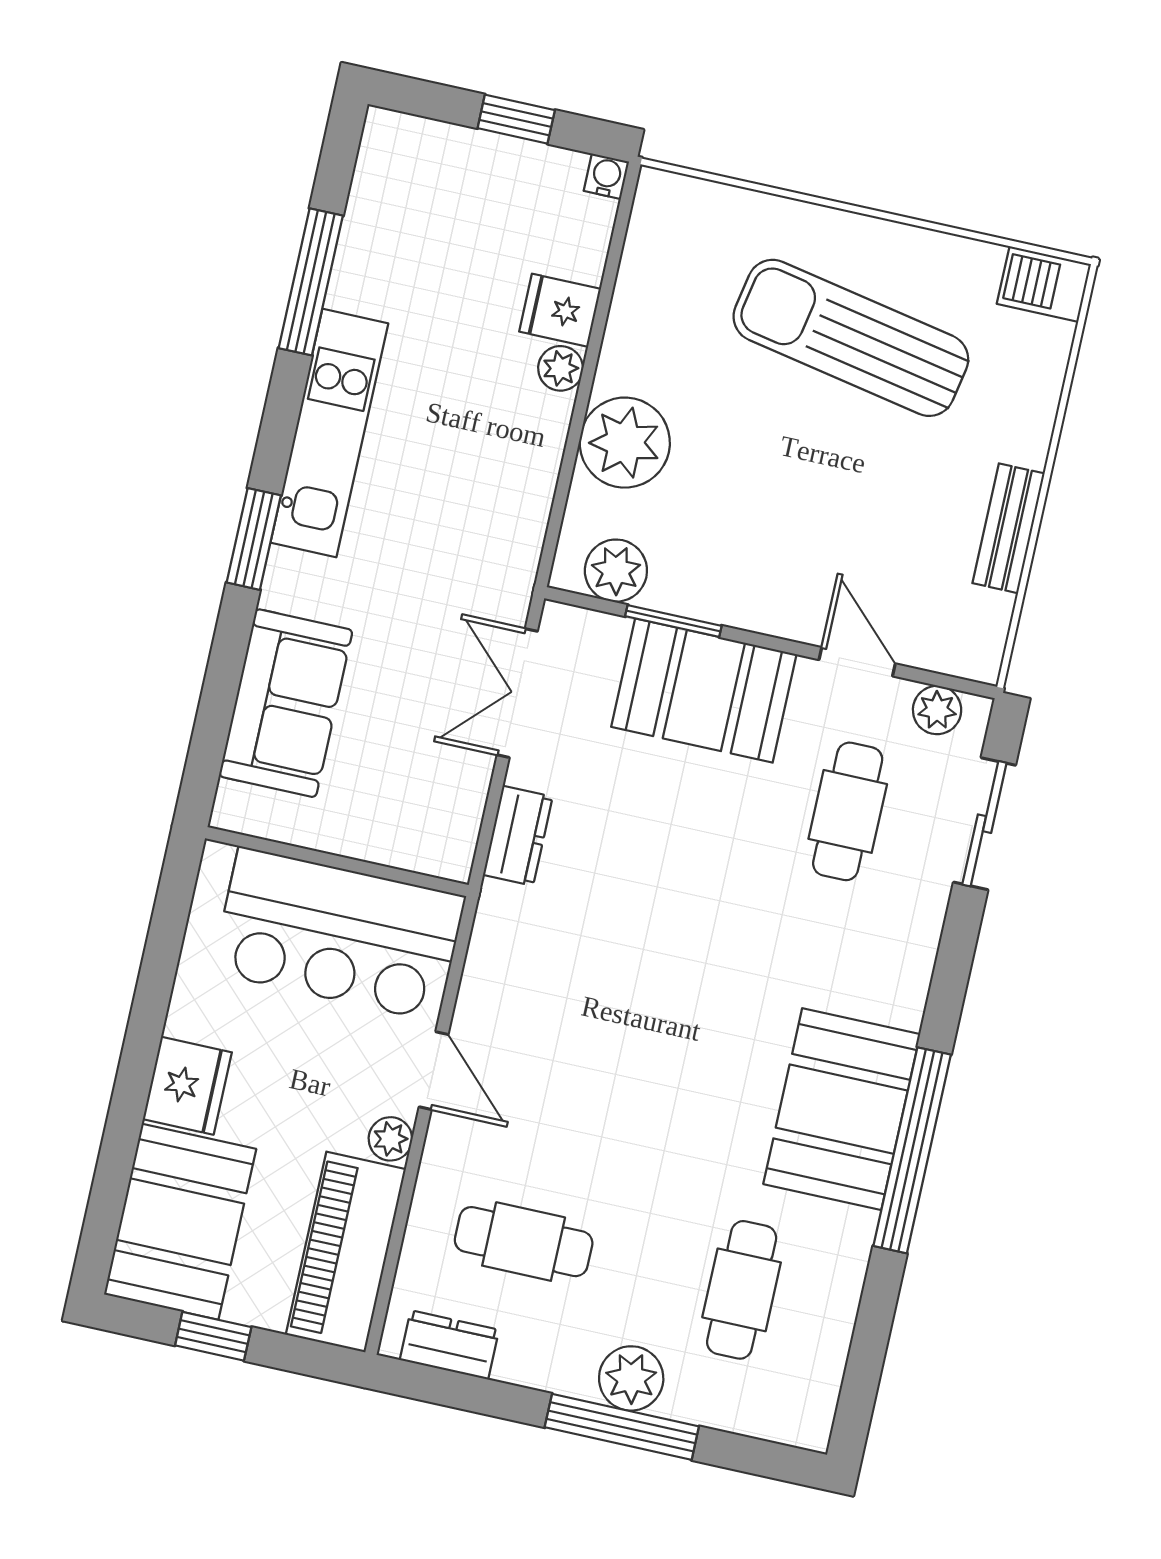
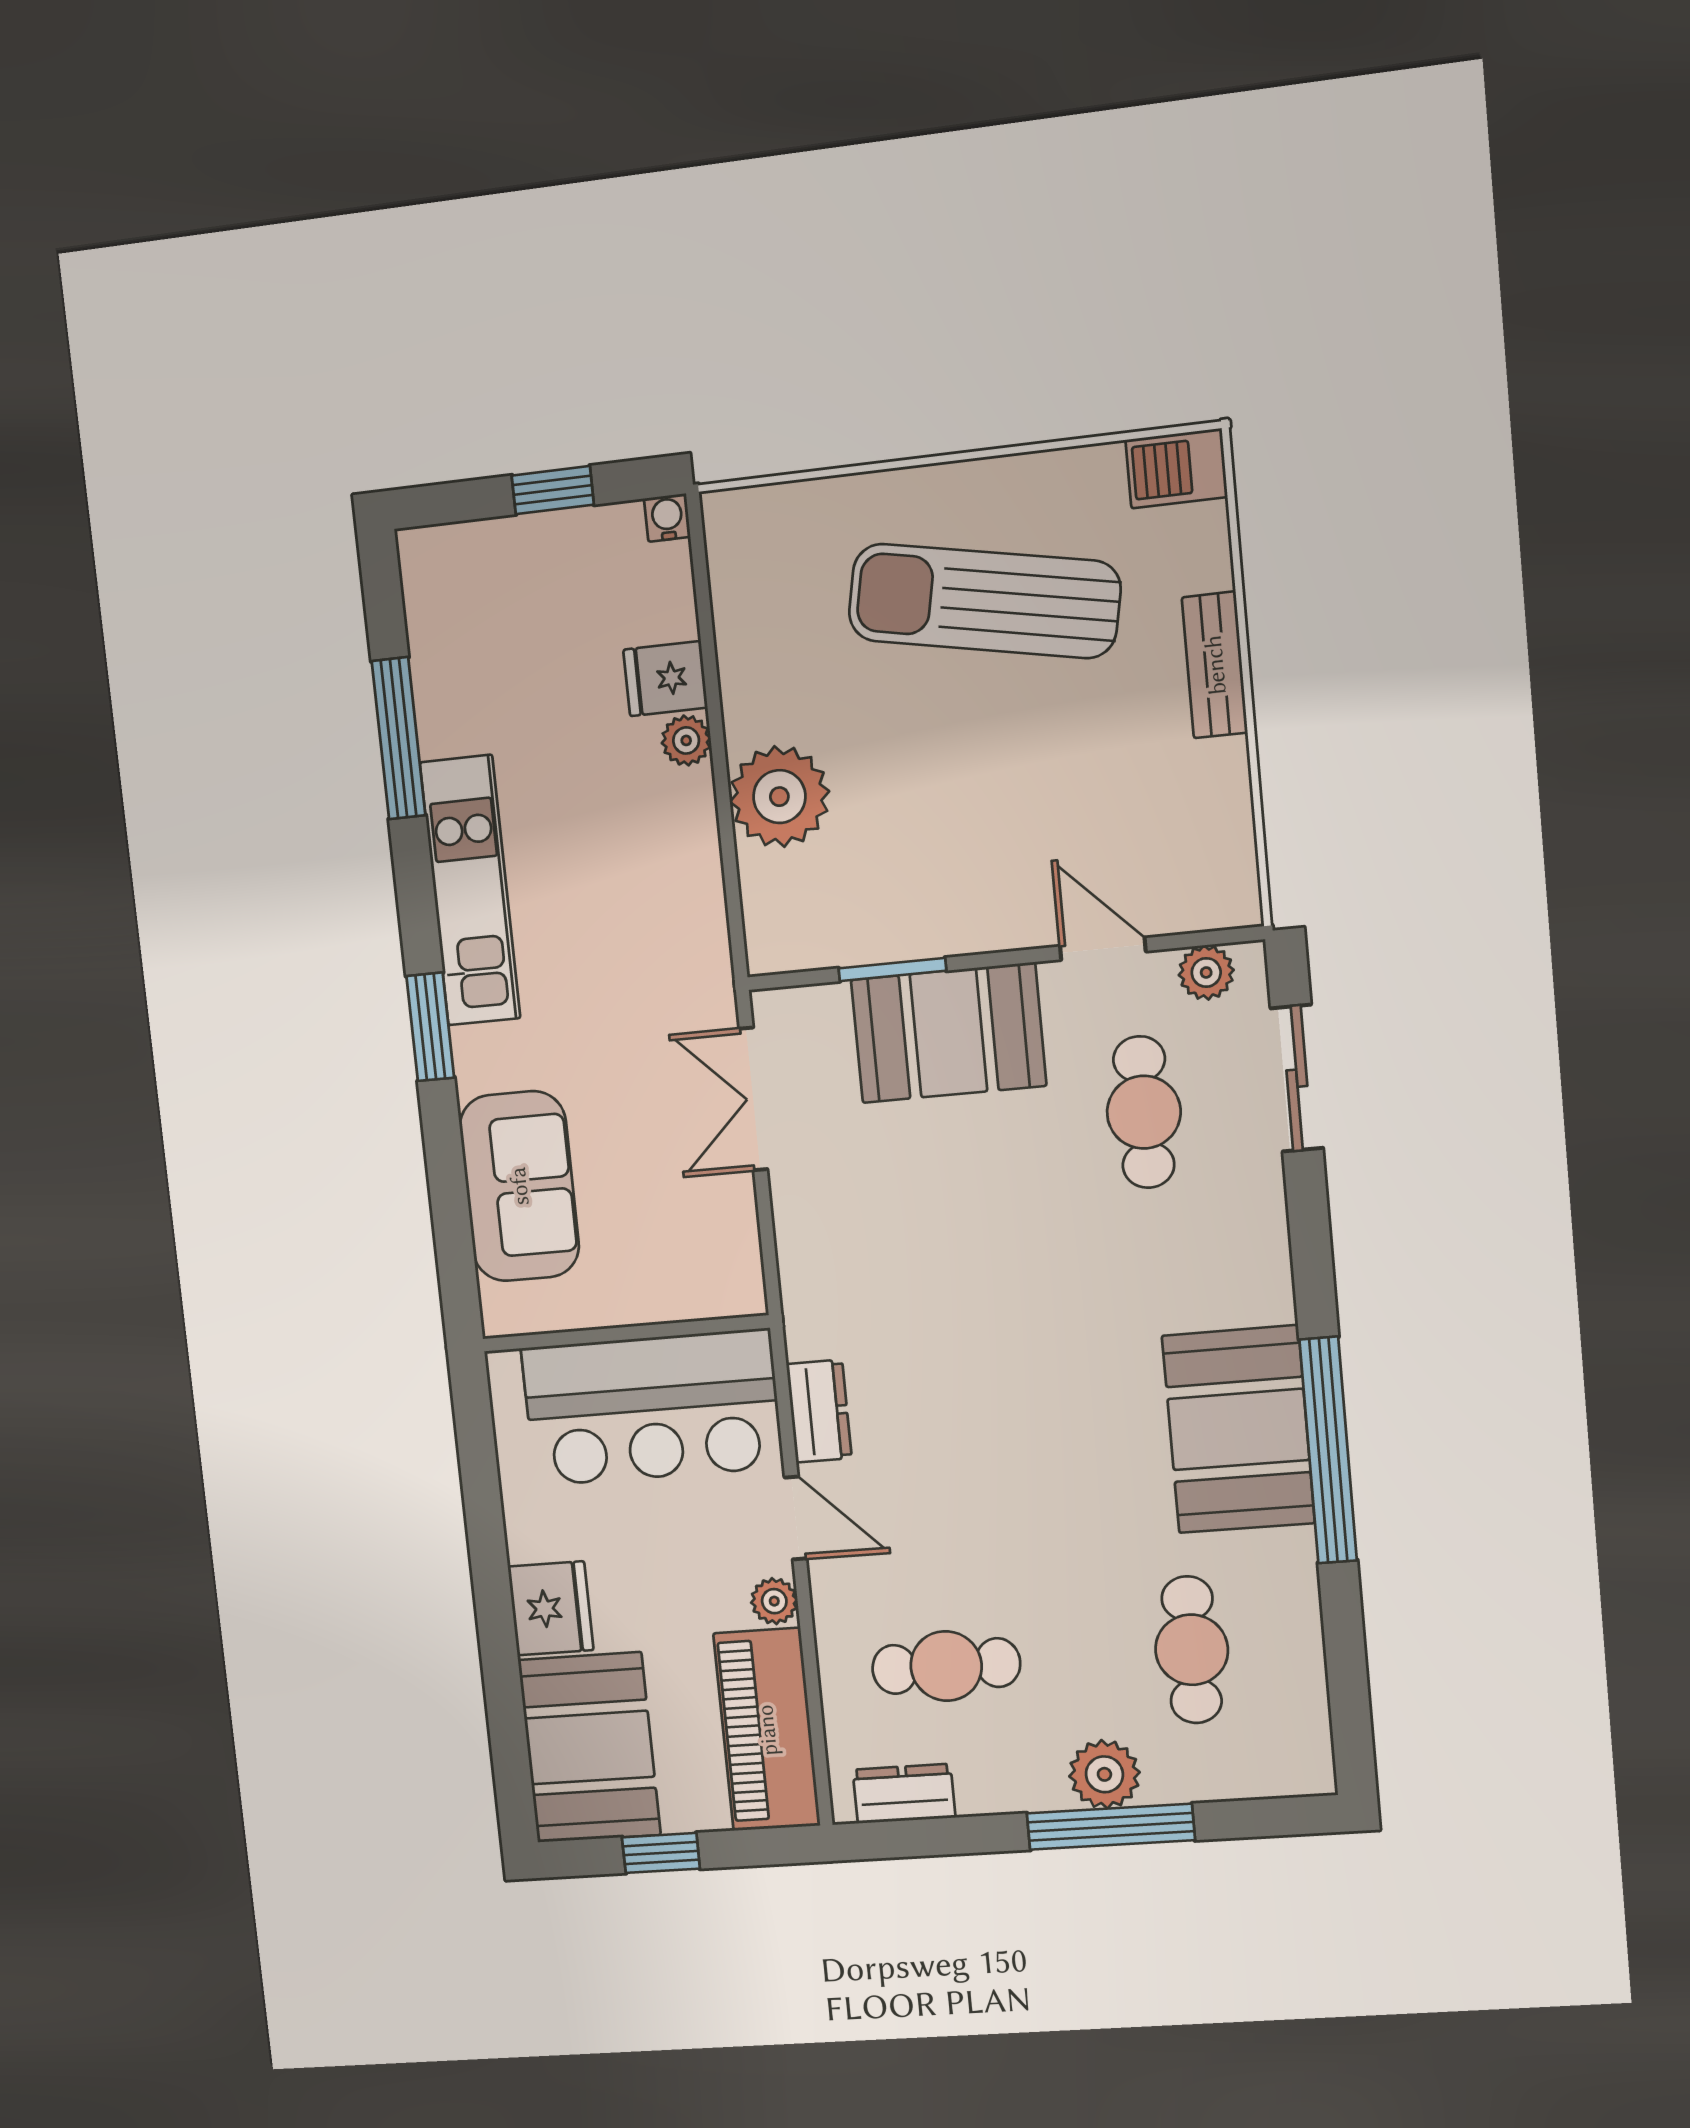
bench: (1008, 528) -> (1215, 665), moved
plant: (616, 571) -> (814, 936), removed
dresser: (518, 836) -> (819, 1411), moved

